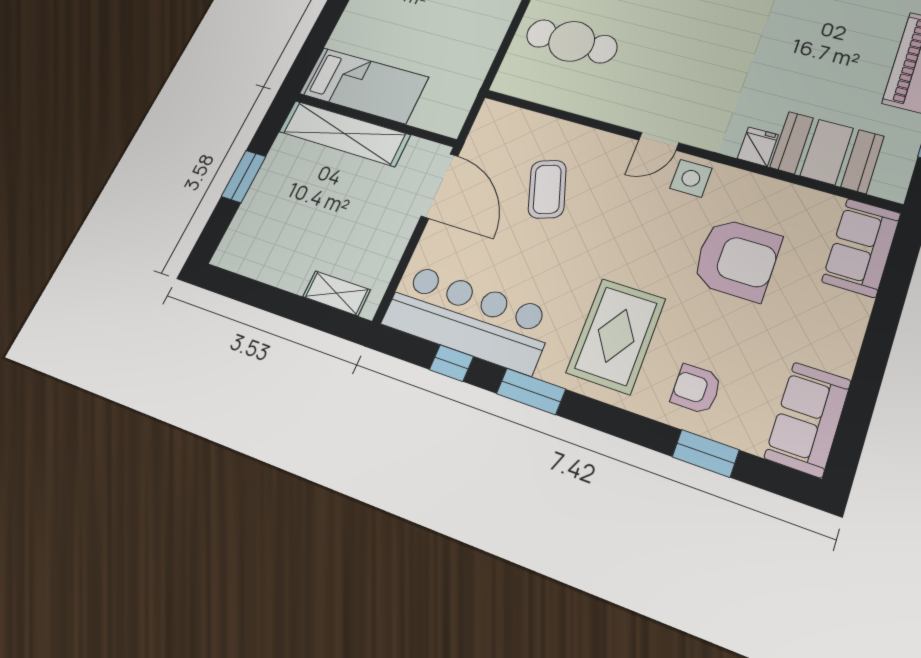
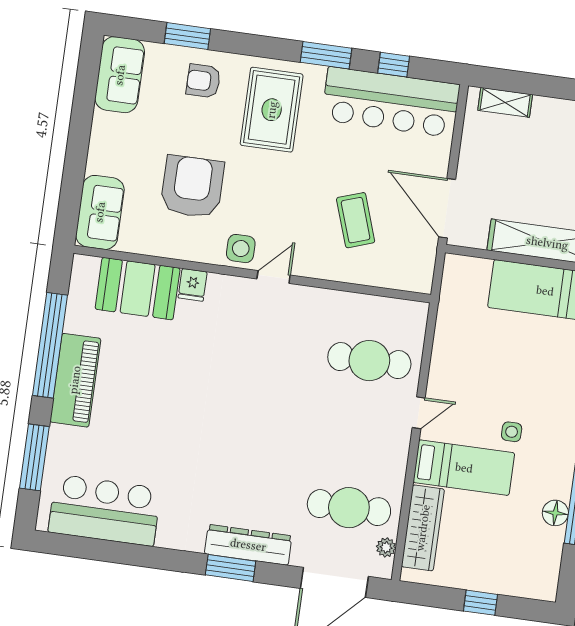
armchair: (737, 259) -> (192, 187), turned 90
armchair: (696, 389) -> (203, 81), turned 180

